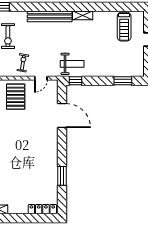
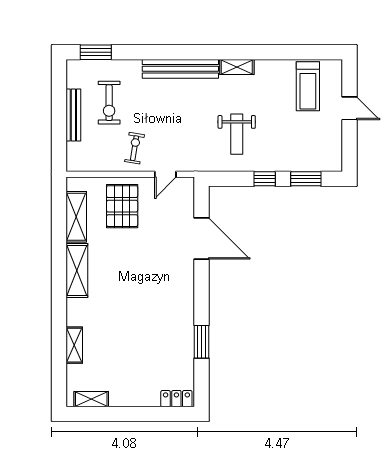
weight bench: (72, 64) -> (237, 134), moved, turned 90
window: (75, 81) -> (265, 179), moved
locker: (42, 209) -> (176, 399), width x0.66

